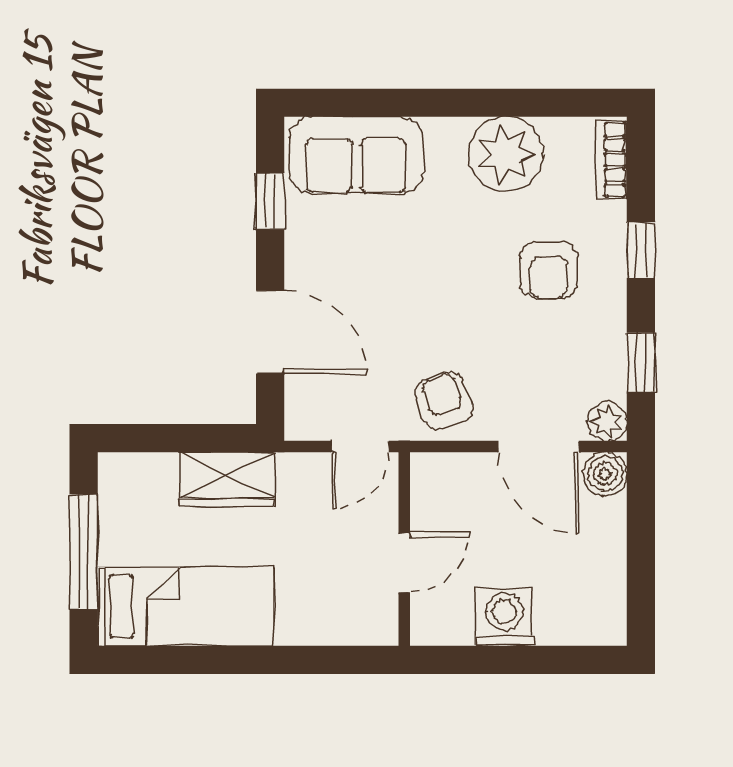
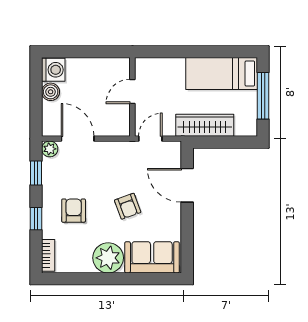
plant: (506, 154) -> (108, 258), moved
window: (270, 201) -> (187, 239), removed
armchair: (444, 401) -> (128, 206), moved
boiler: (605, 474) -> (51, 92), moved
wardrobe: (227, 480) -> (205, 125), width x1.50
washing machine: (504, 617) -> (53, 70), moved, turned -90

